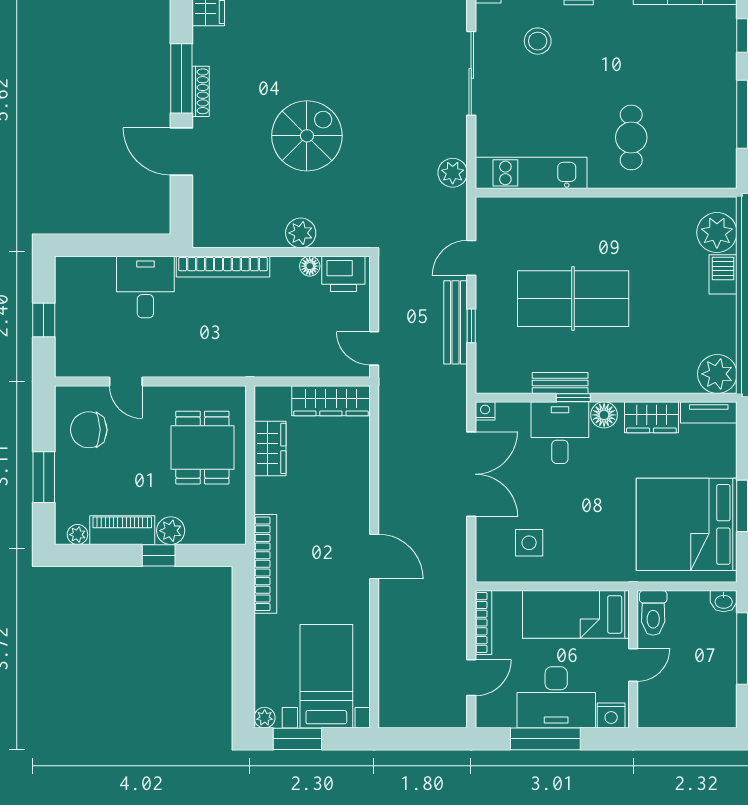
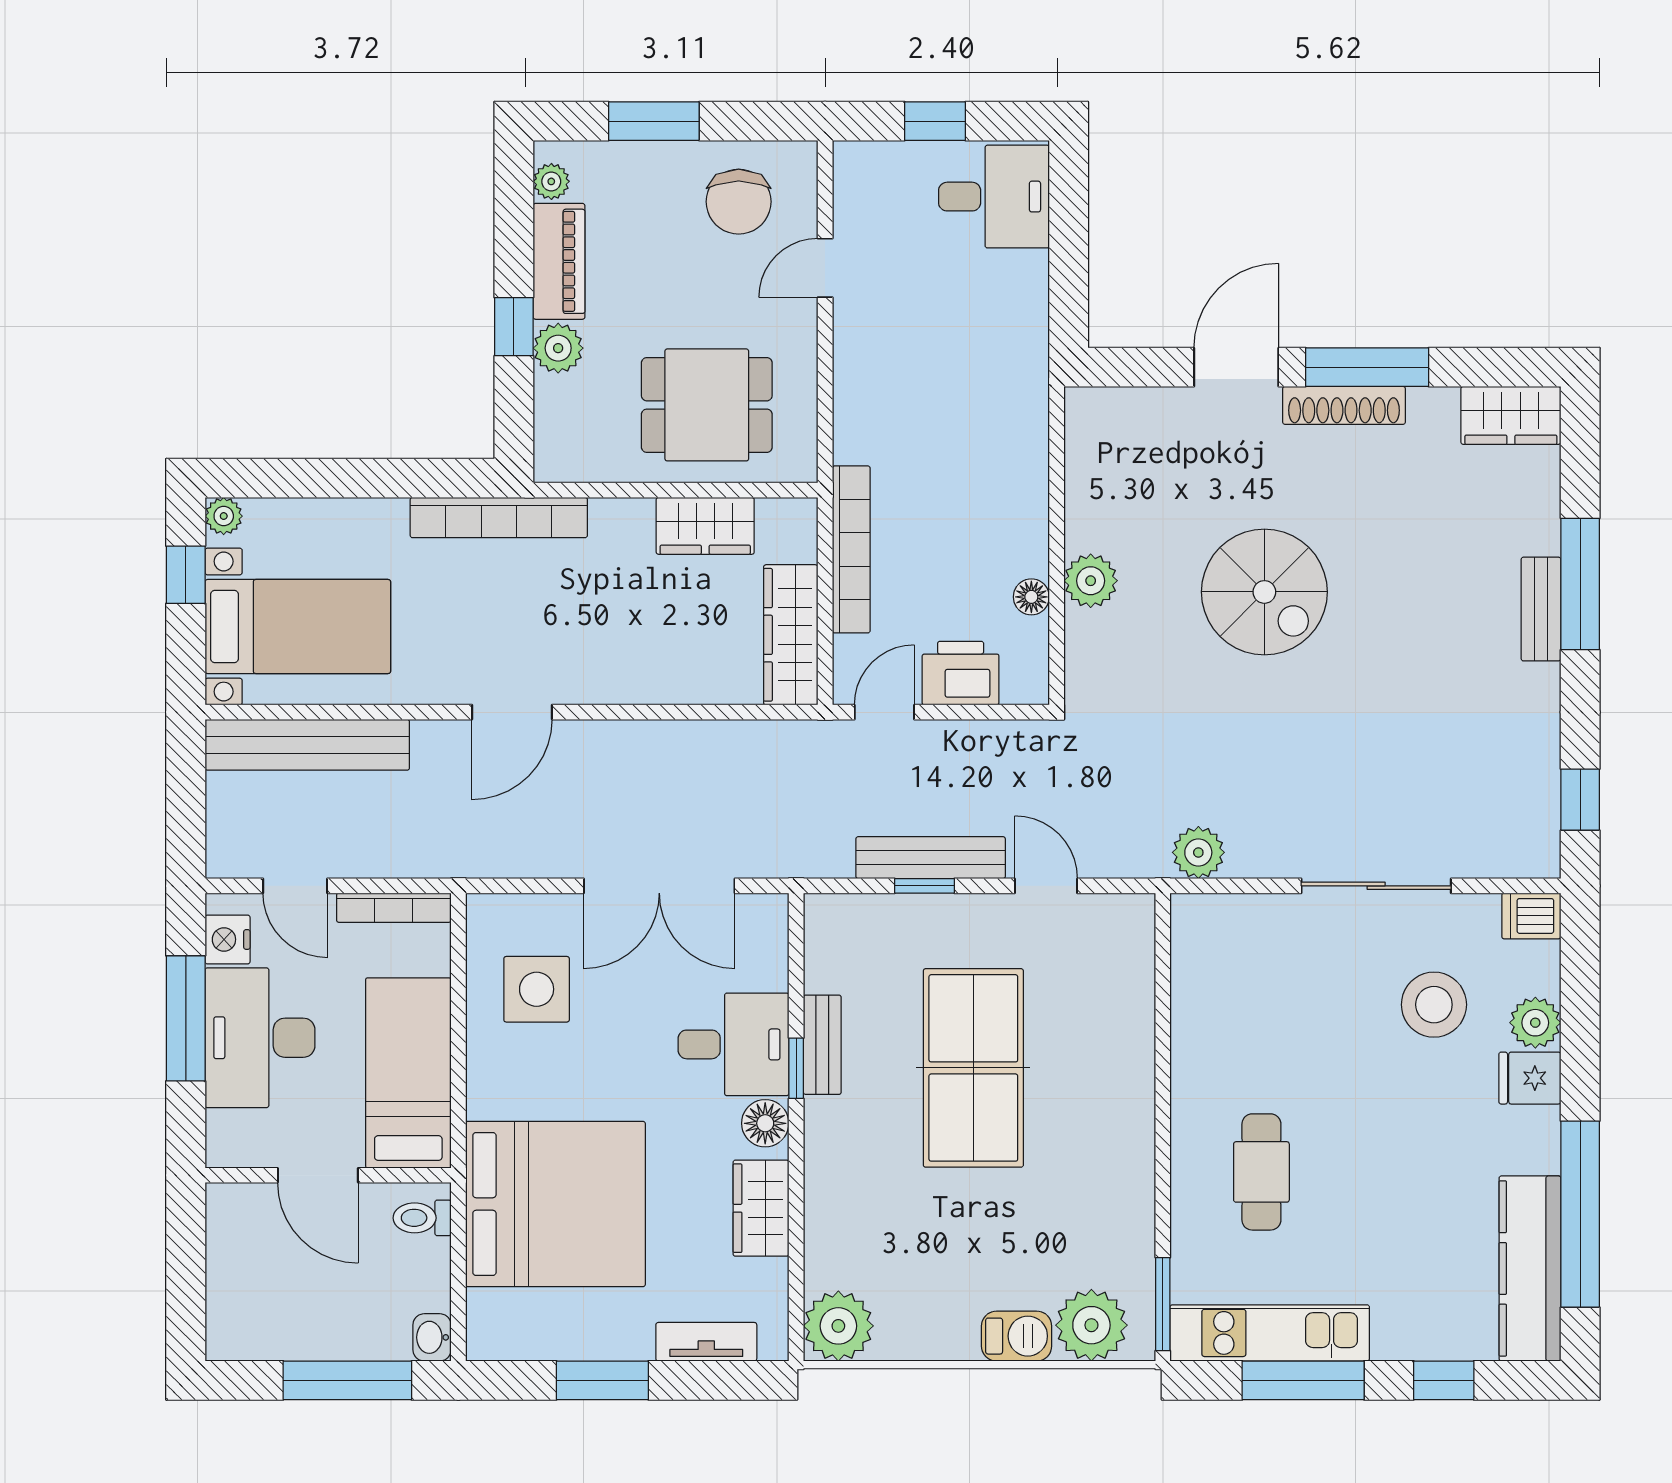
stool: (538, 41) -> (1434, 1005), width x1.38, depth x1.38
shoe rack: (201, 91) -> (1344, 405), width x1.36, depth x1.24
cafe table: (631, 137) -> (1261, 1172), turned 90
kitchen unit: (531, 173) -> (1270, 1333), moved, turned -90
window: (705, 193) -> (1163, 1304), added
bookcase: (223, 267) -> (851, 549), moved, turned 180
printer: (343, 274) -> (961, 673), moved, turned 90
desk: (145, 287) -> (994, 197), moved
nightstand: (485, 411) -> (772, 911), removed
tv unit: (709, 412) -> (706, 1342), moved, turned 90
chair: (89, 430) -> (739, 202), turned 180
bed: (687, 524) -> (555, 1204), moved, turned 90
side table: (529, 543) -> (537, 989), width x1.37, depth x1.37
toilet: (653, 613) -> (422, 1218), width x0.73, depth x0.72
door: (633, 665) -> (318, 1175), width x1.38
bench: (392, 671) -> (307, 745), added
nightstand: (611, 715) -> (228, 939), moved
window: (297, 739) -> (186, 575), width x0.67

